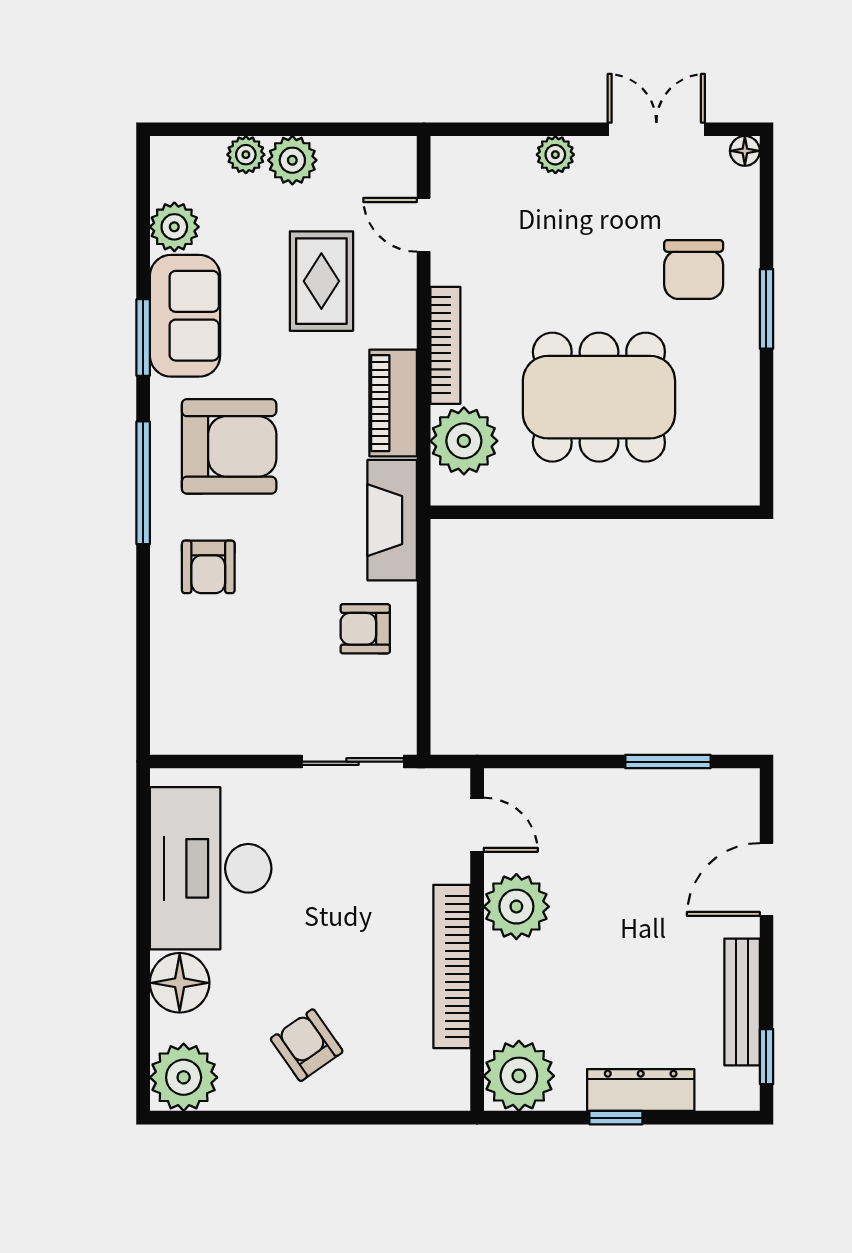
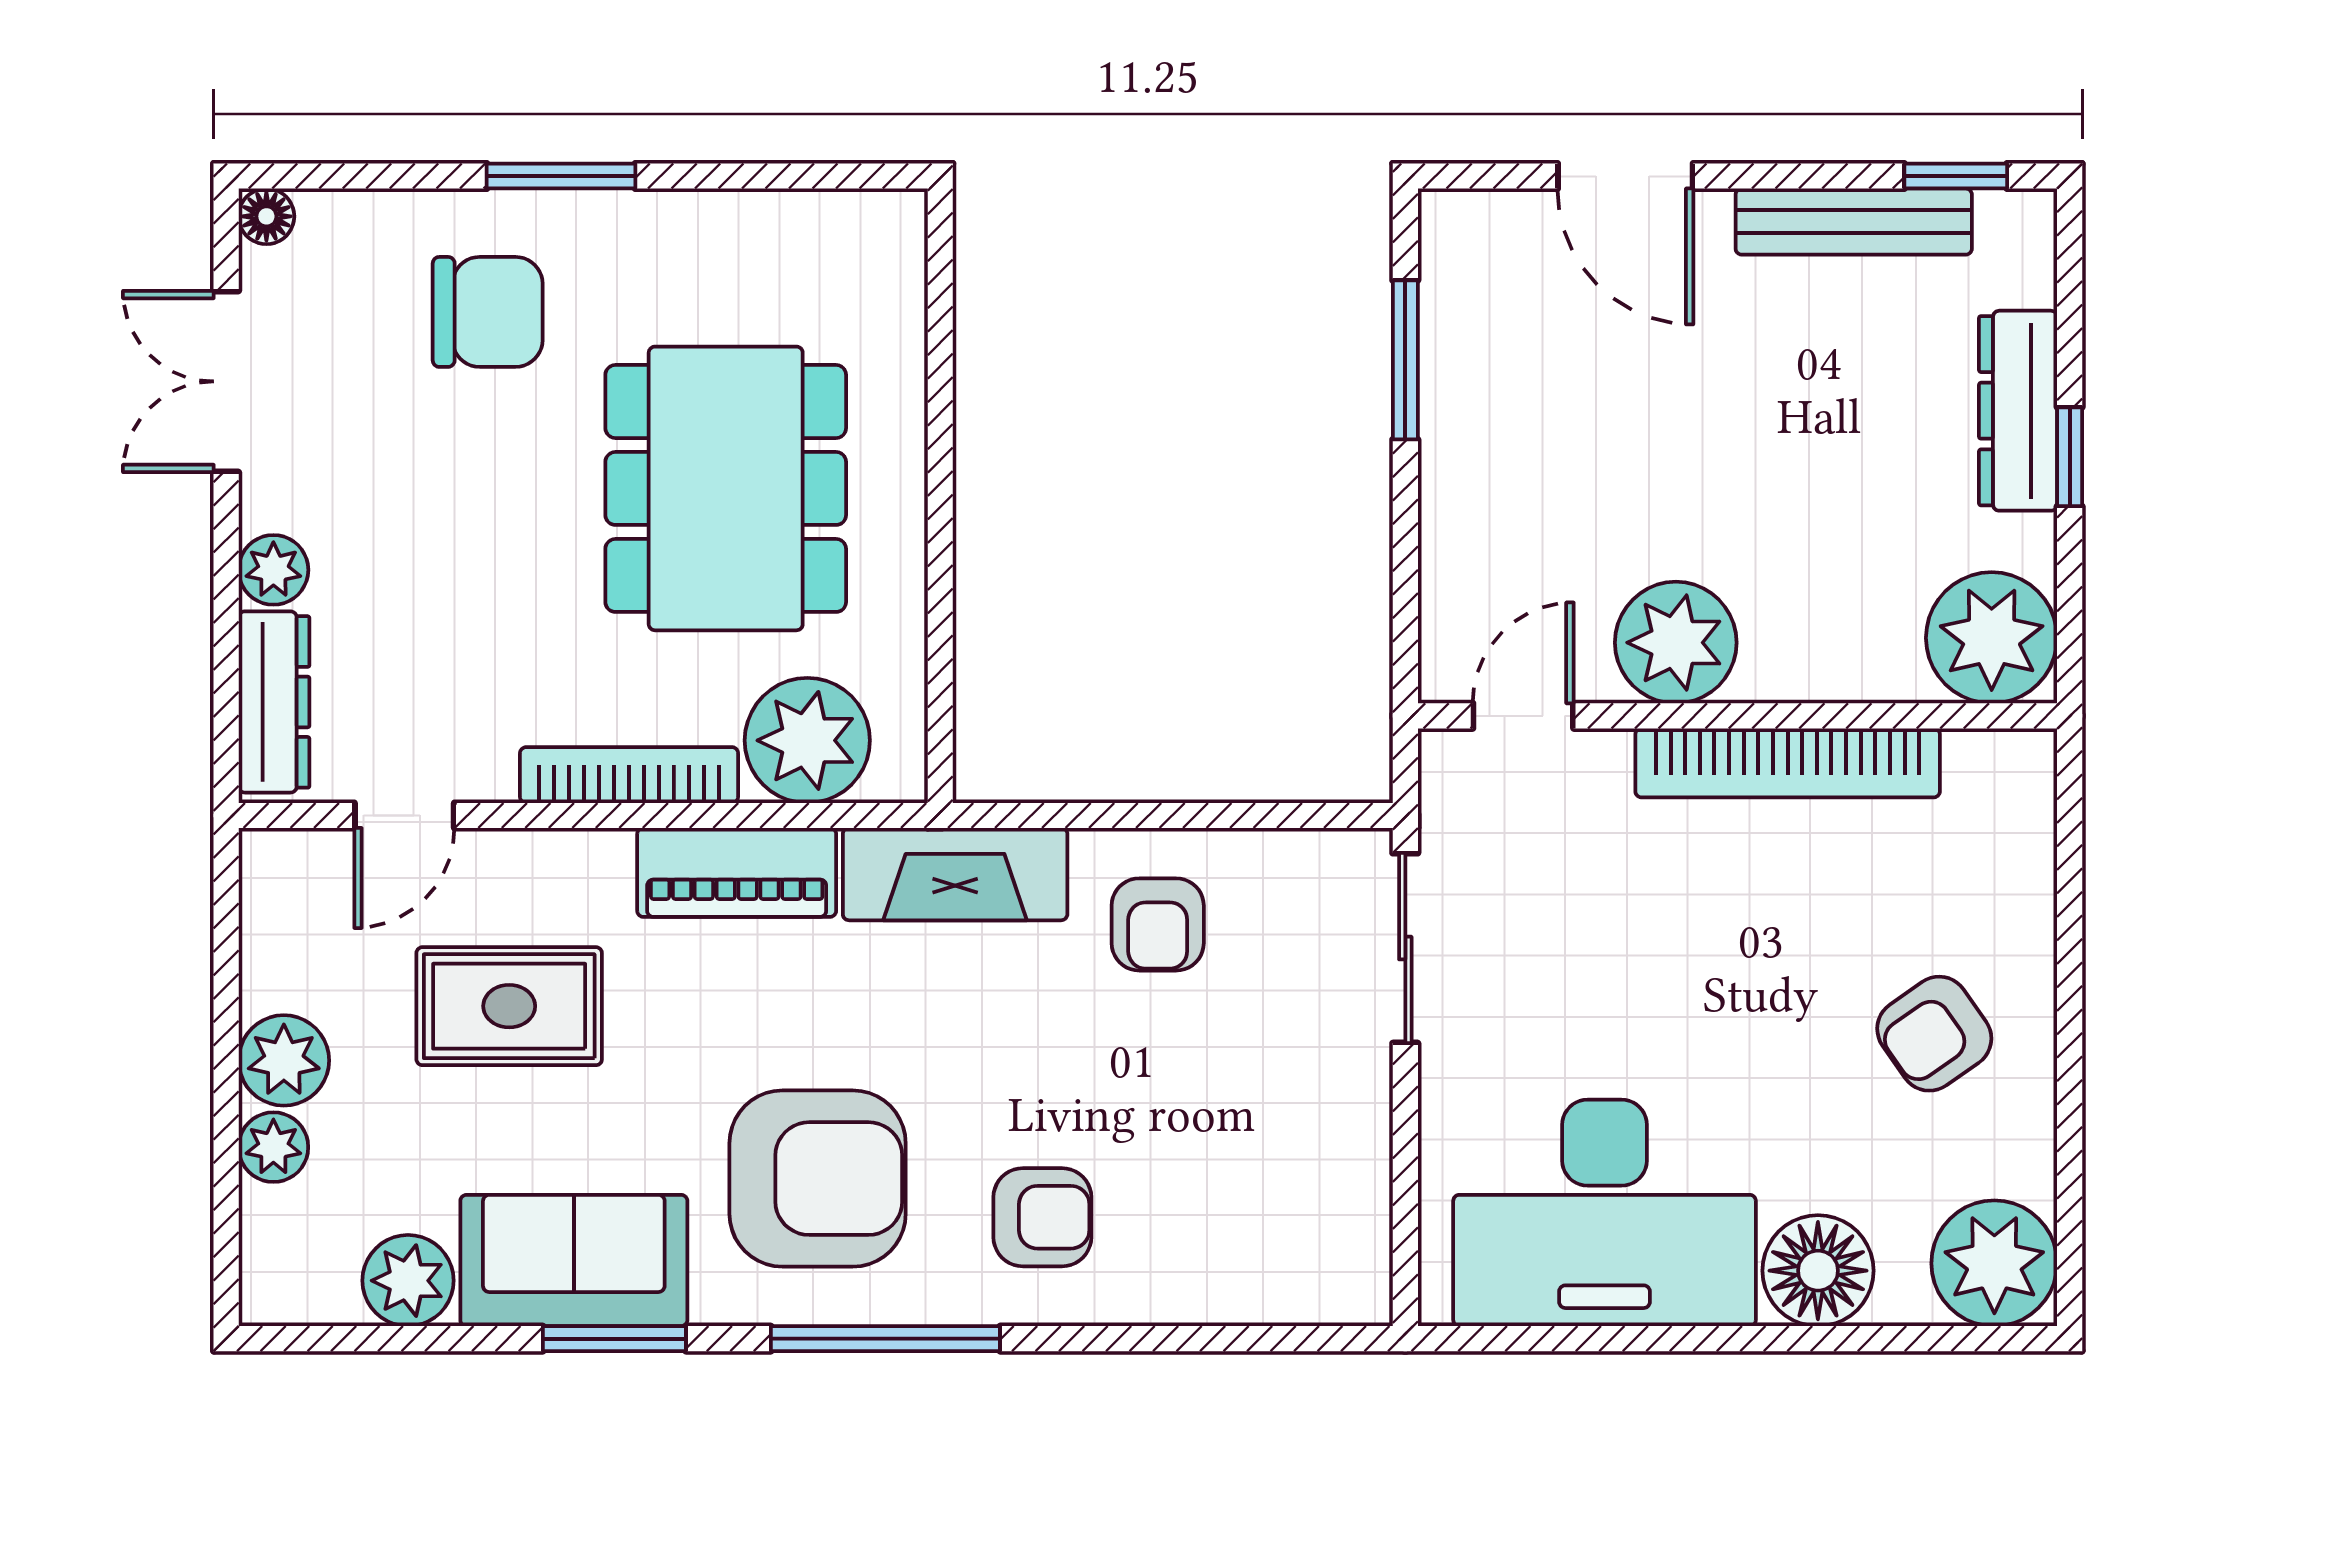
dresser: (485, 155) -> (274, 702), added
armchair: (229, 446) -> (818, 1179), turned 90

